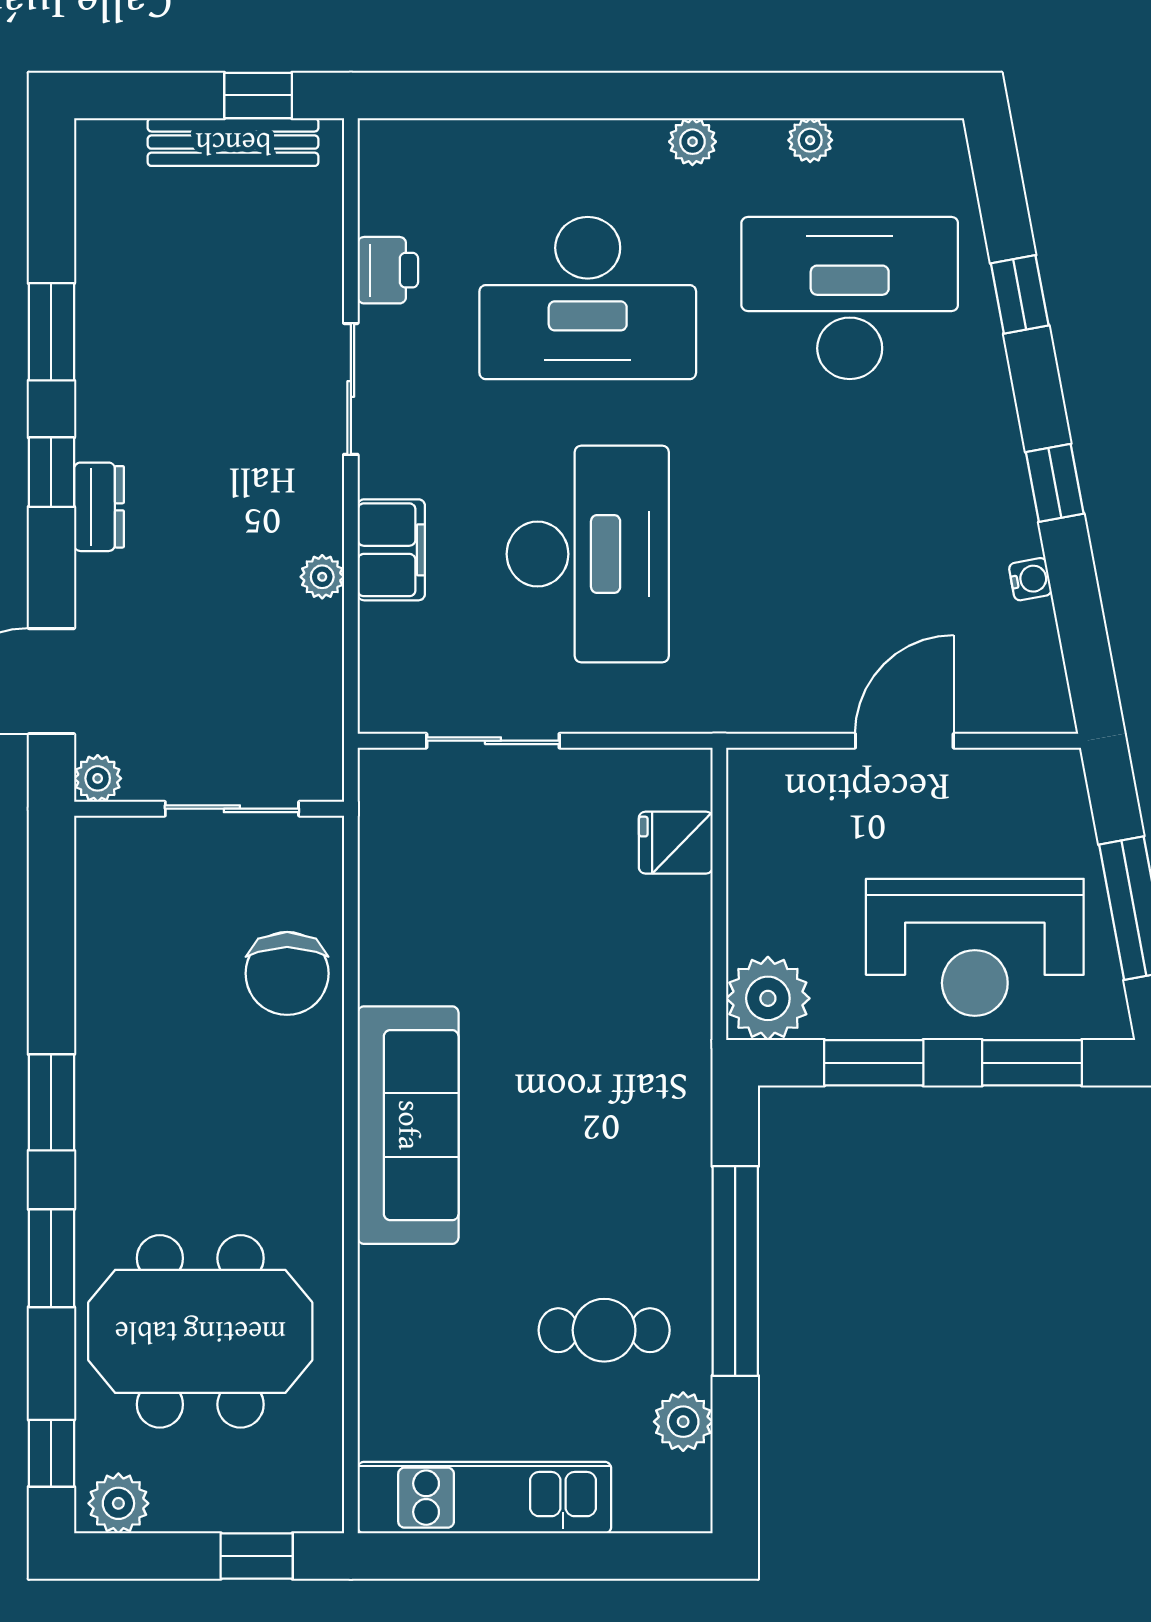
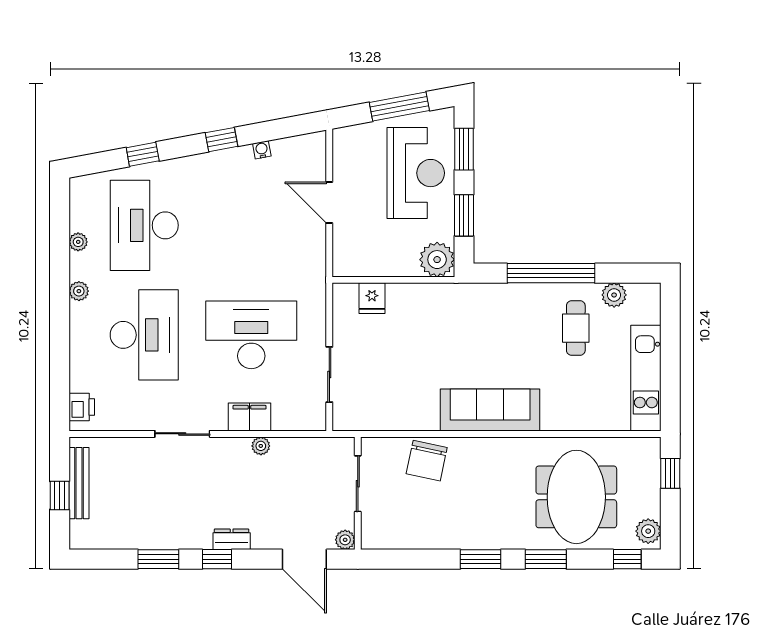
window: (258, 95) -> (60, 495), moved
printer: (388, 270) -> (82, 407), moved, turned 90
chair: (287, 973) -> (427, 461), turned 102

